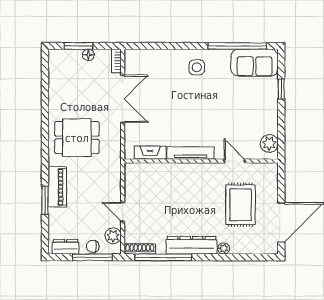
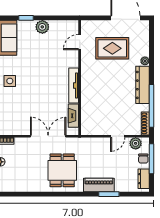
double door: (123, 99) -> (48, 136), moved
plant: (269, 143) -> (42, 27), moved
door: (234, 161) -> (80, 42), moved

